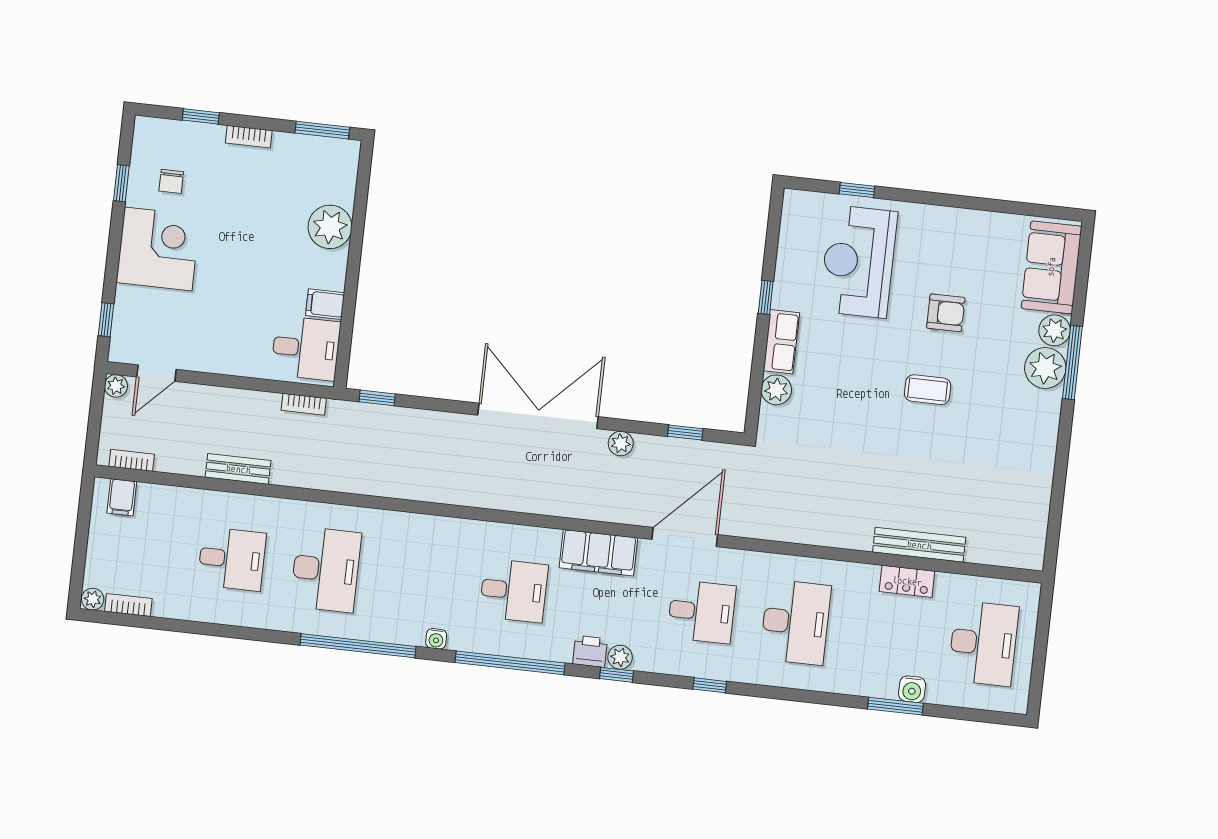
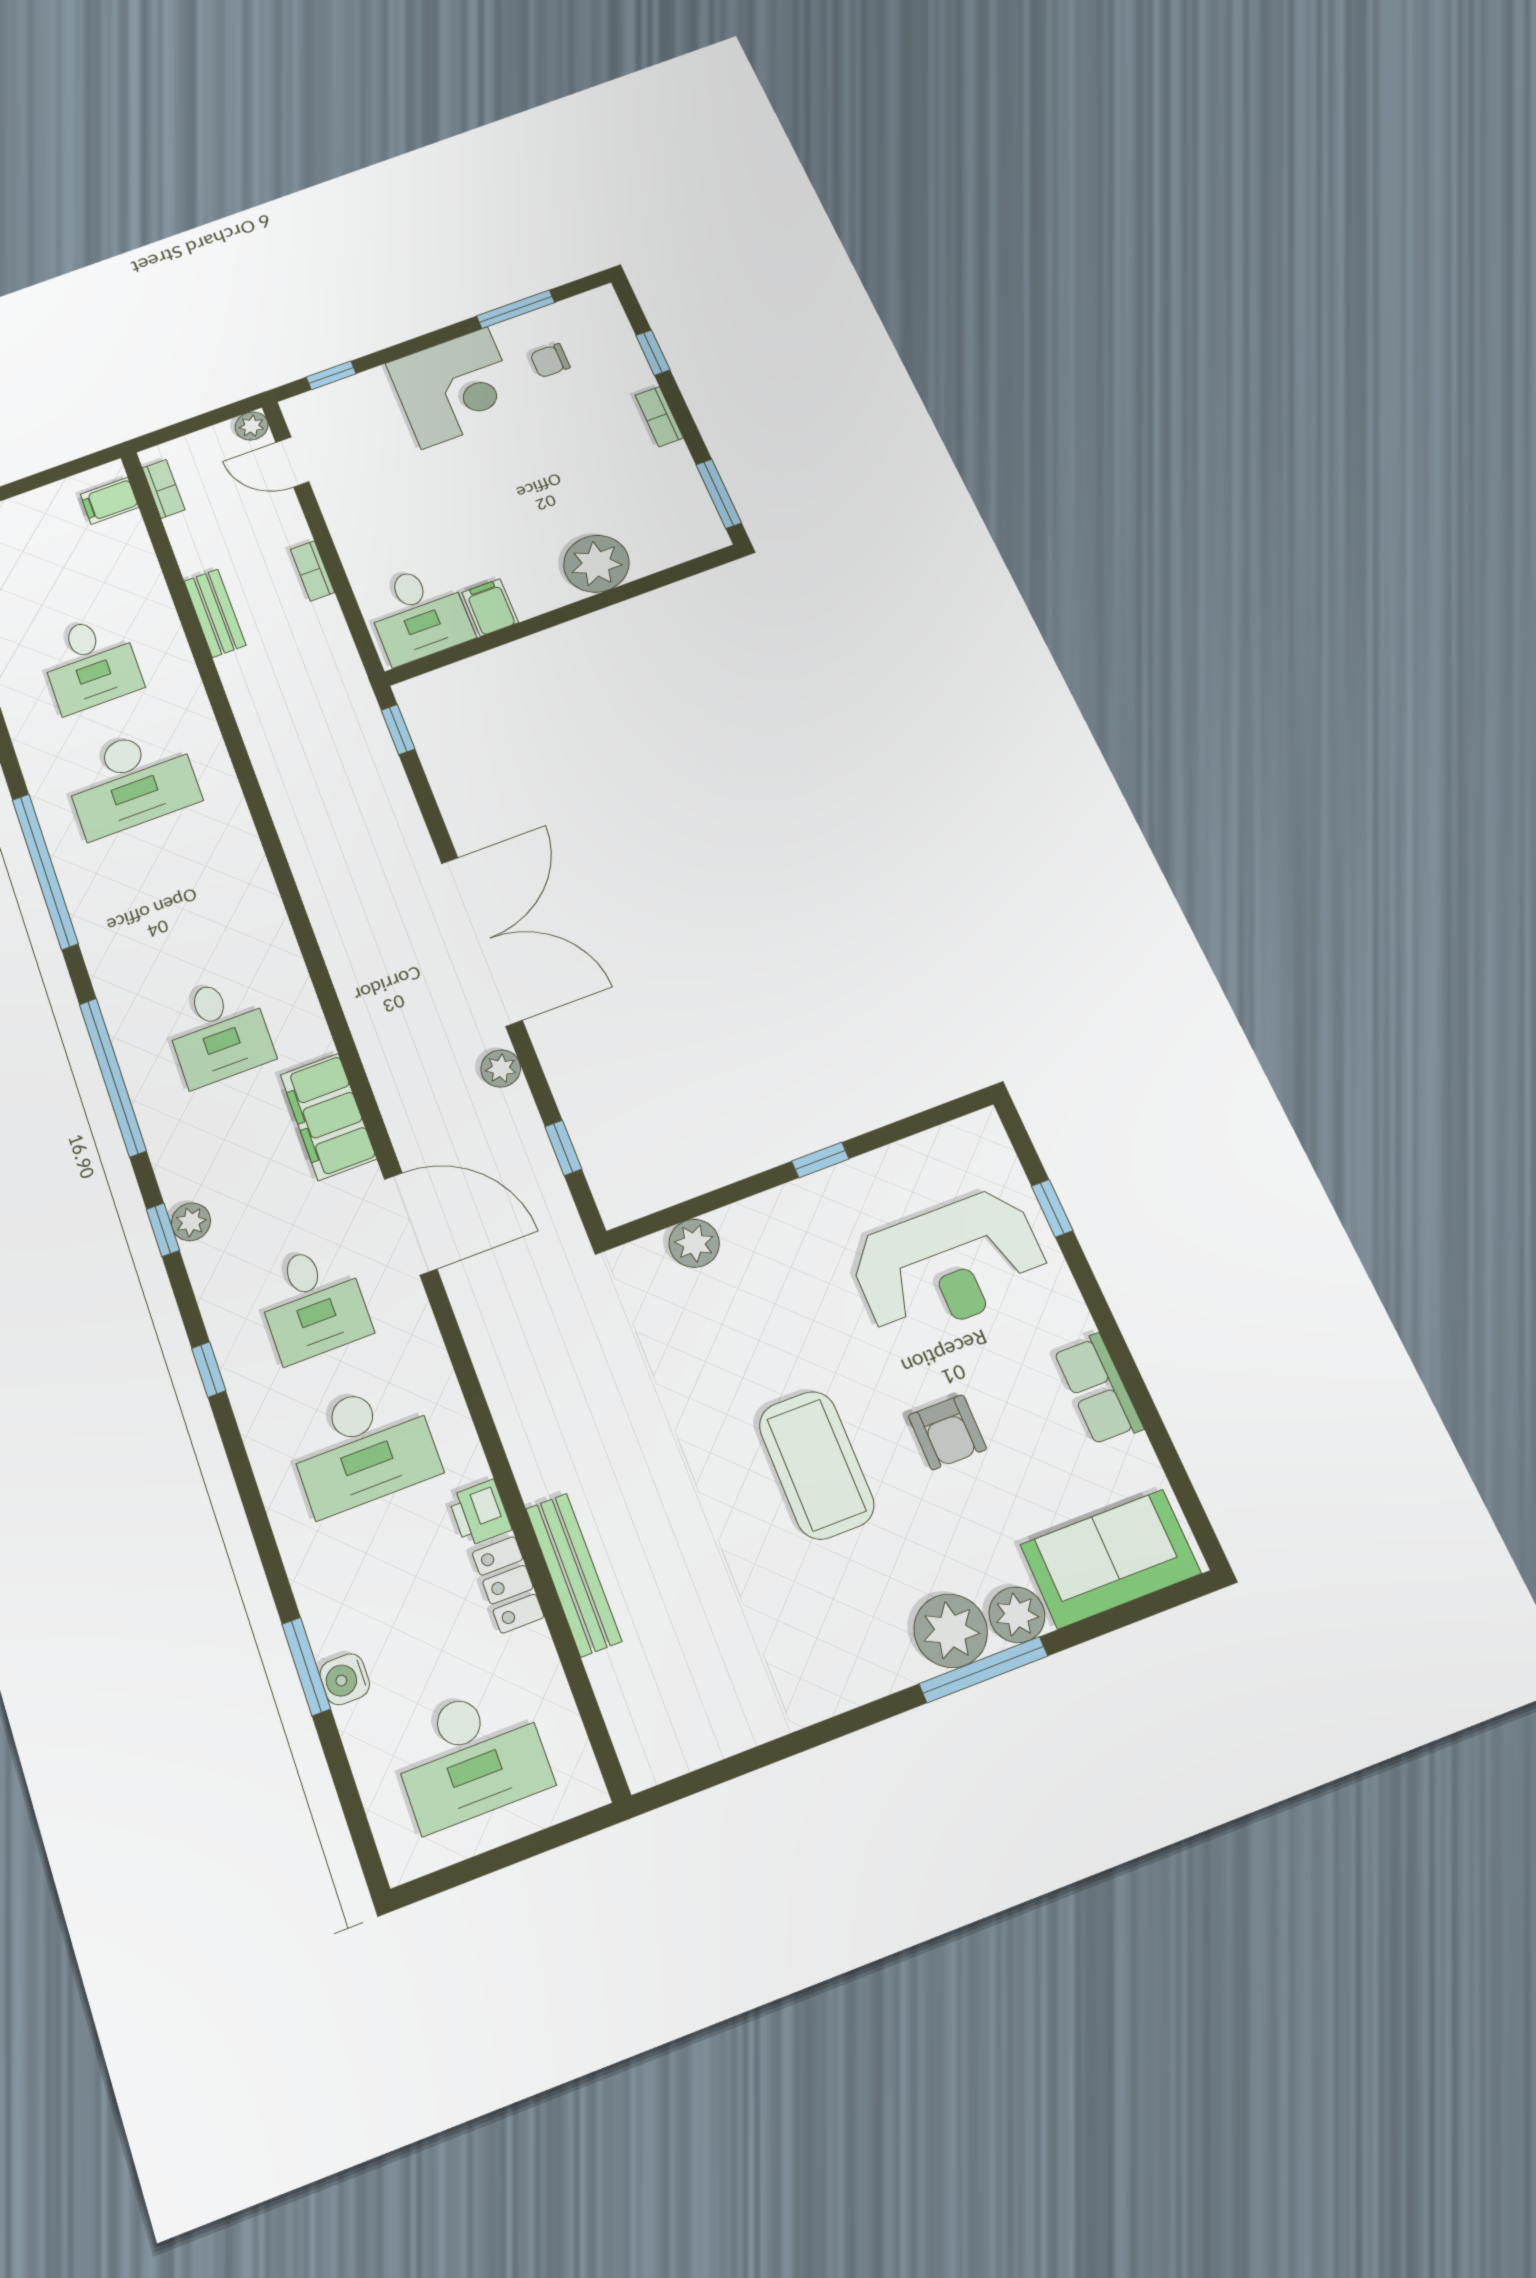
window: (121, 183) -> (516, 309), width x1.50
reception desk: (858, 262) -> (949, 1264), turned 180
row of seats: (781, 342) -> (1098, 1389), moved, turned 90
coffee table: (928, 390) -> (816, 1465), width x1.86, depth x1.72
bookcase: (304, 404) -> (312, 571), moved
water cooler: (436, 639) -> (102, 964), removed
printer: (590, 651) -> (480, 1513), moved, turned 180

